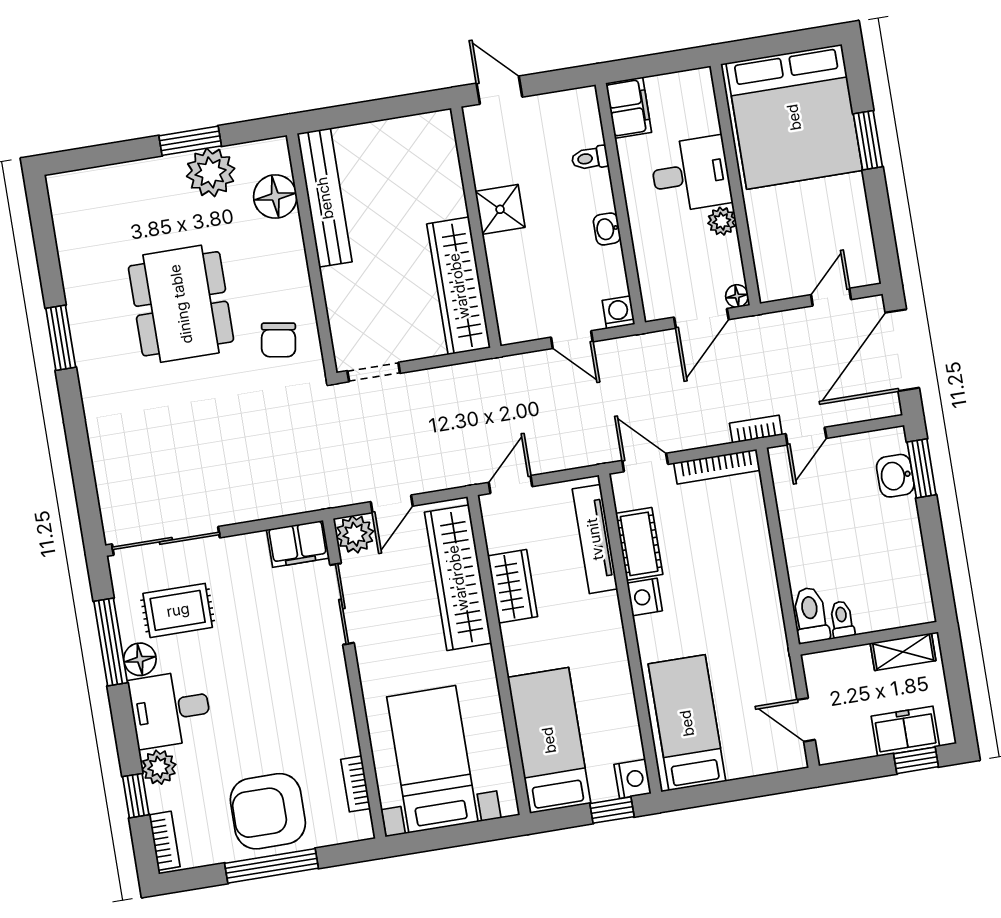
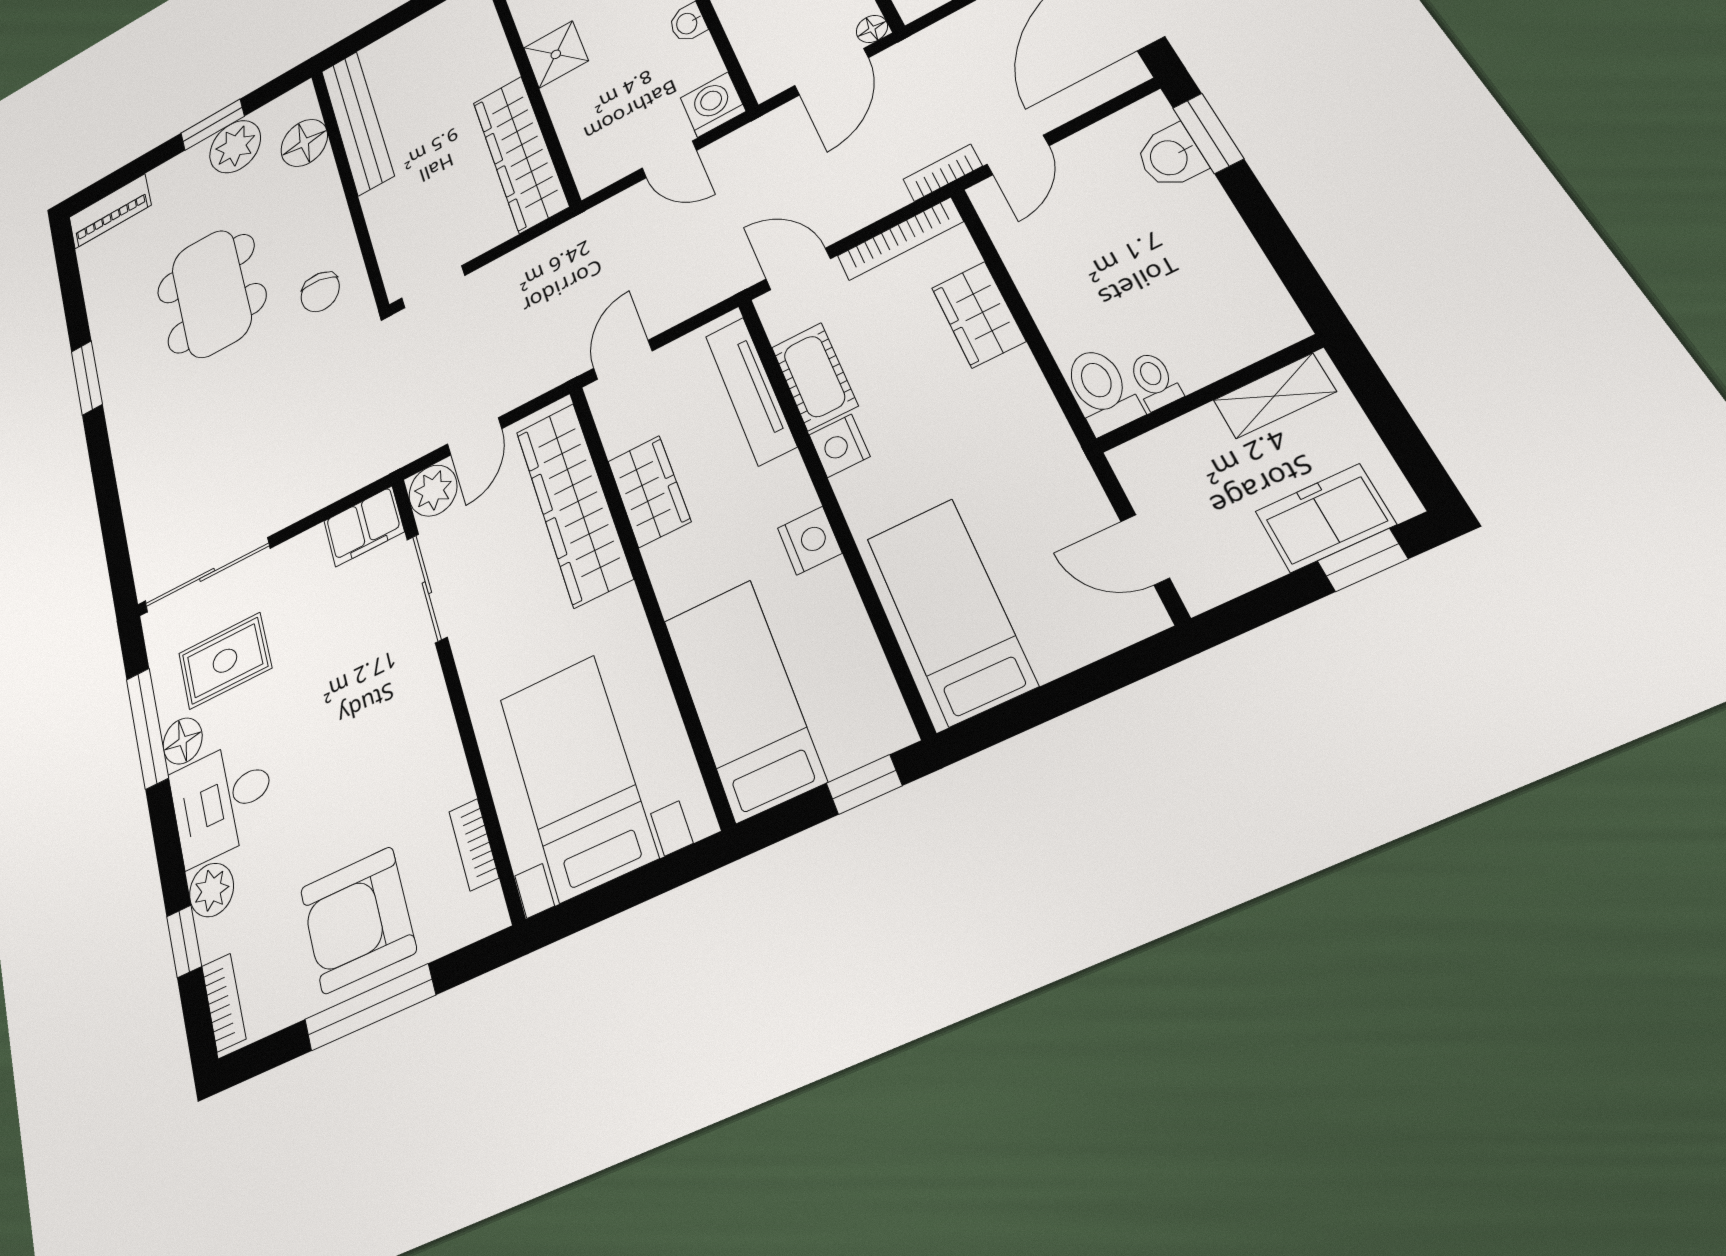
piano: (86, 186) -> (110, 211), added
washing machine: (618, 312) -> (713, 105), width x1.38, depth x1.38
wardrobe: (752, 539) -> (978, 314), added
nightstand: (633, 779) -> (810, 541), moved

